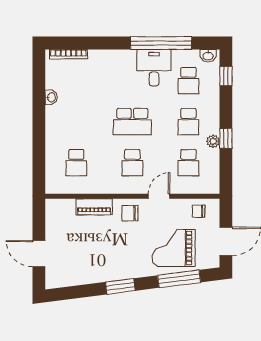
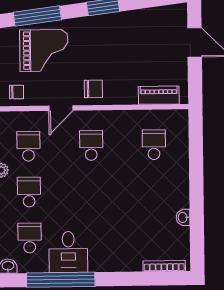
school desk: (132, 122) -> (92, 191), removed
piano: (94, 207) -> (159, 95), moved

